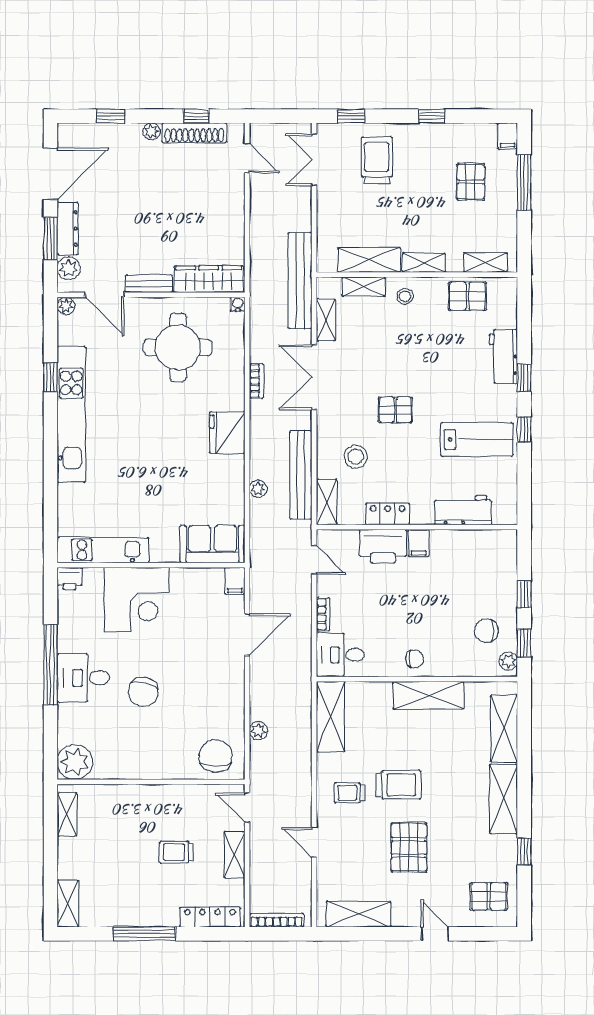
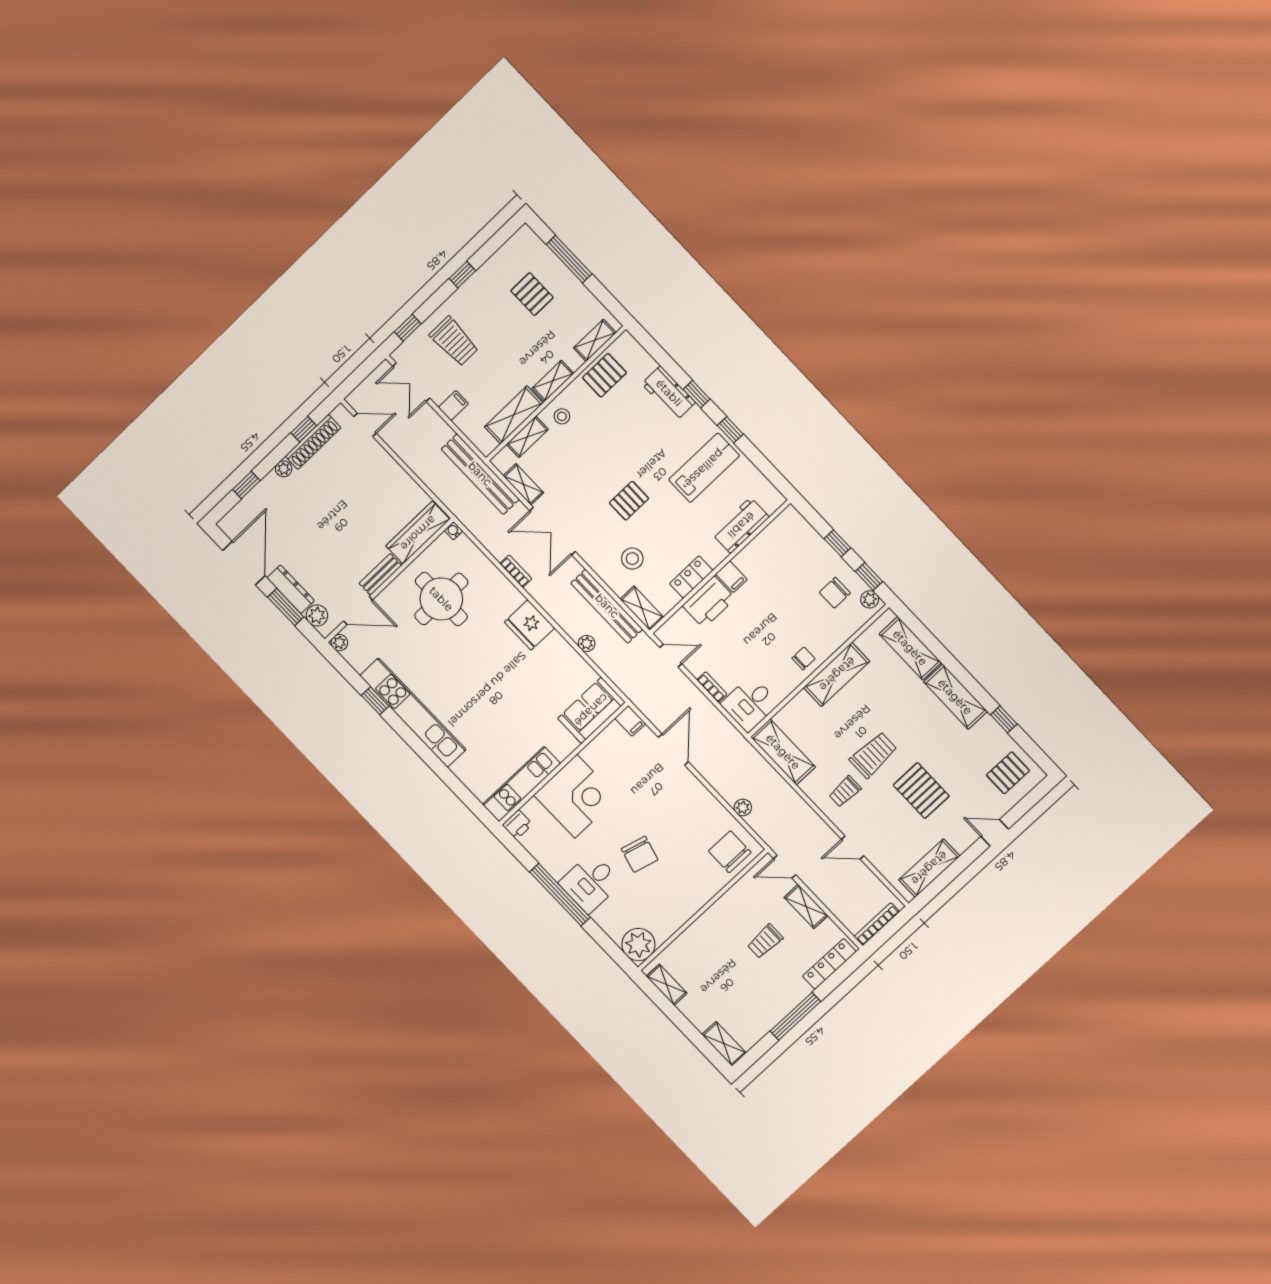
filing cabinet: (508, 136) -> (453, 405), moved, turned -90
trolley: (377, 160) -> (454, 341), turned 180

